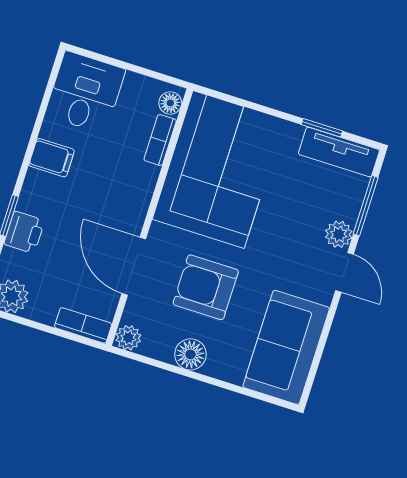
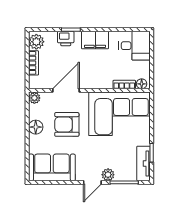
filing cabinet: (52, 158) -> (95, 40), width x2.00
armchair: (206, 287) -> (67, 124), turned -90
bookcase: (83, 325) -> (34, 63), moved

